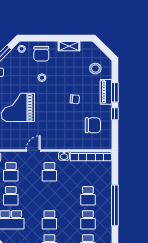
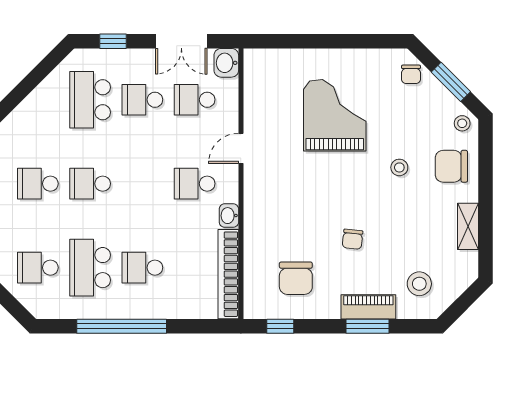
window: (115, 114) -> (280, 326), moved
door: (33, 150) -> (241, 148), swing flipped
school desk: (88, 220) -> (90, 268), width x1.85

